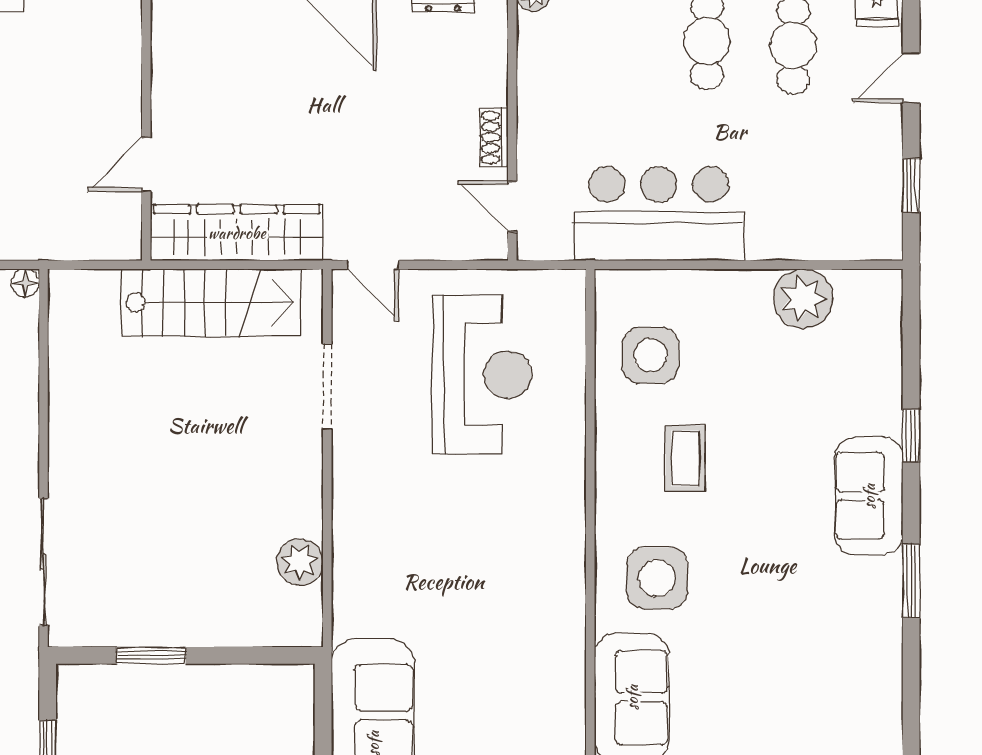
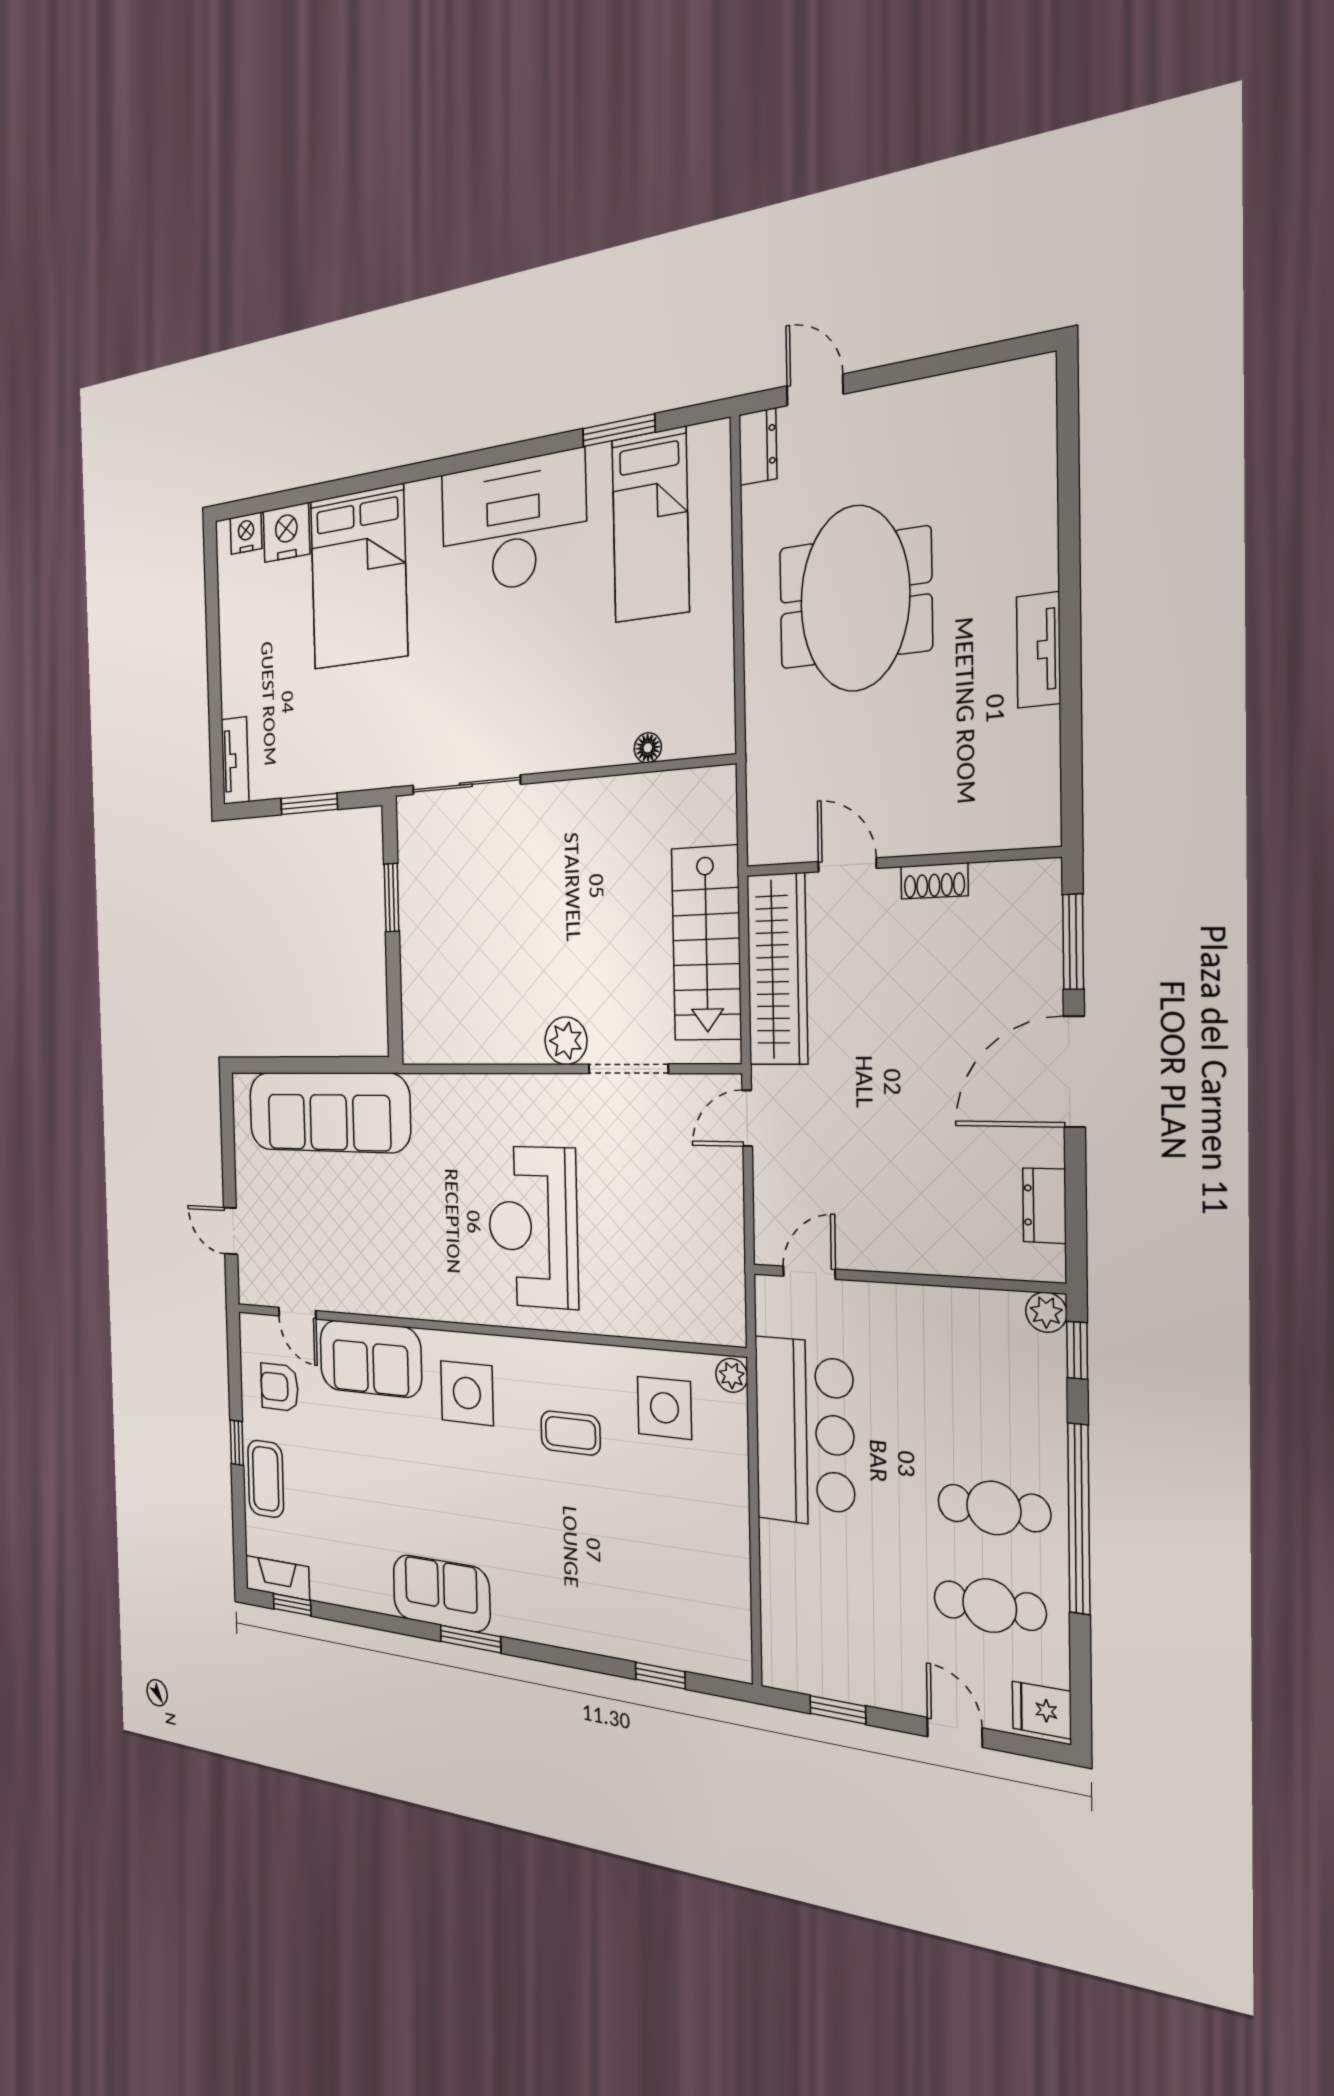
shoe rack: (494, 137) -> (934, 881), moved, turned 180
floor lamp: (25, 283) -> (648, 748), moved
plant: (803, 299) -> (732, 1375), moved, width x0.53, depth x0.53
reception desk: (482, 375) -> (533, 1227), moved, turned 90
window: (911, 436) -> (660, 1676), moved
sofa: (869, 496) -> (441, 1593), moved
plant: (300, 562) -> (566, 1041), moved

